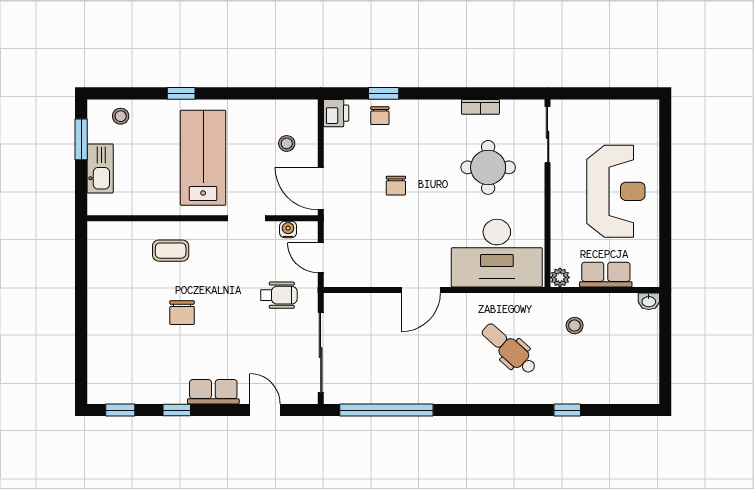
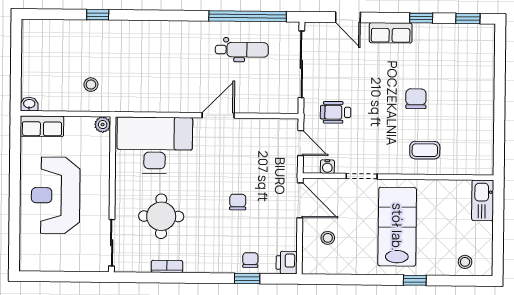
window: (81, 139) -> (498, 243), removed
lab bench: (203, 158) -> (397, 227), turned 180
kitchen sink: (100, 168) -> (483, 200), moved
row of seats: (606, 275) -> (42, 126), moved
dental chair: (509, 349) -> (242, 50), moved, turned -42

